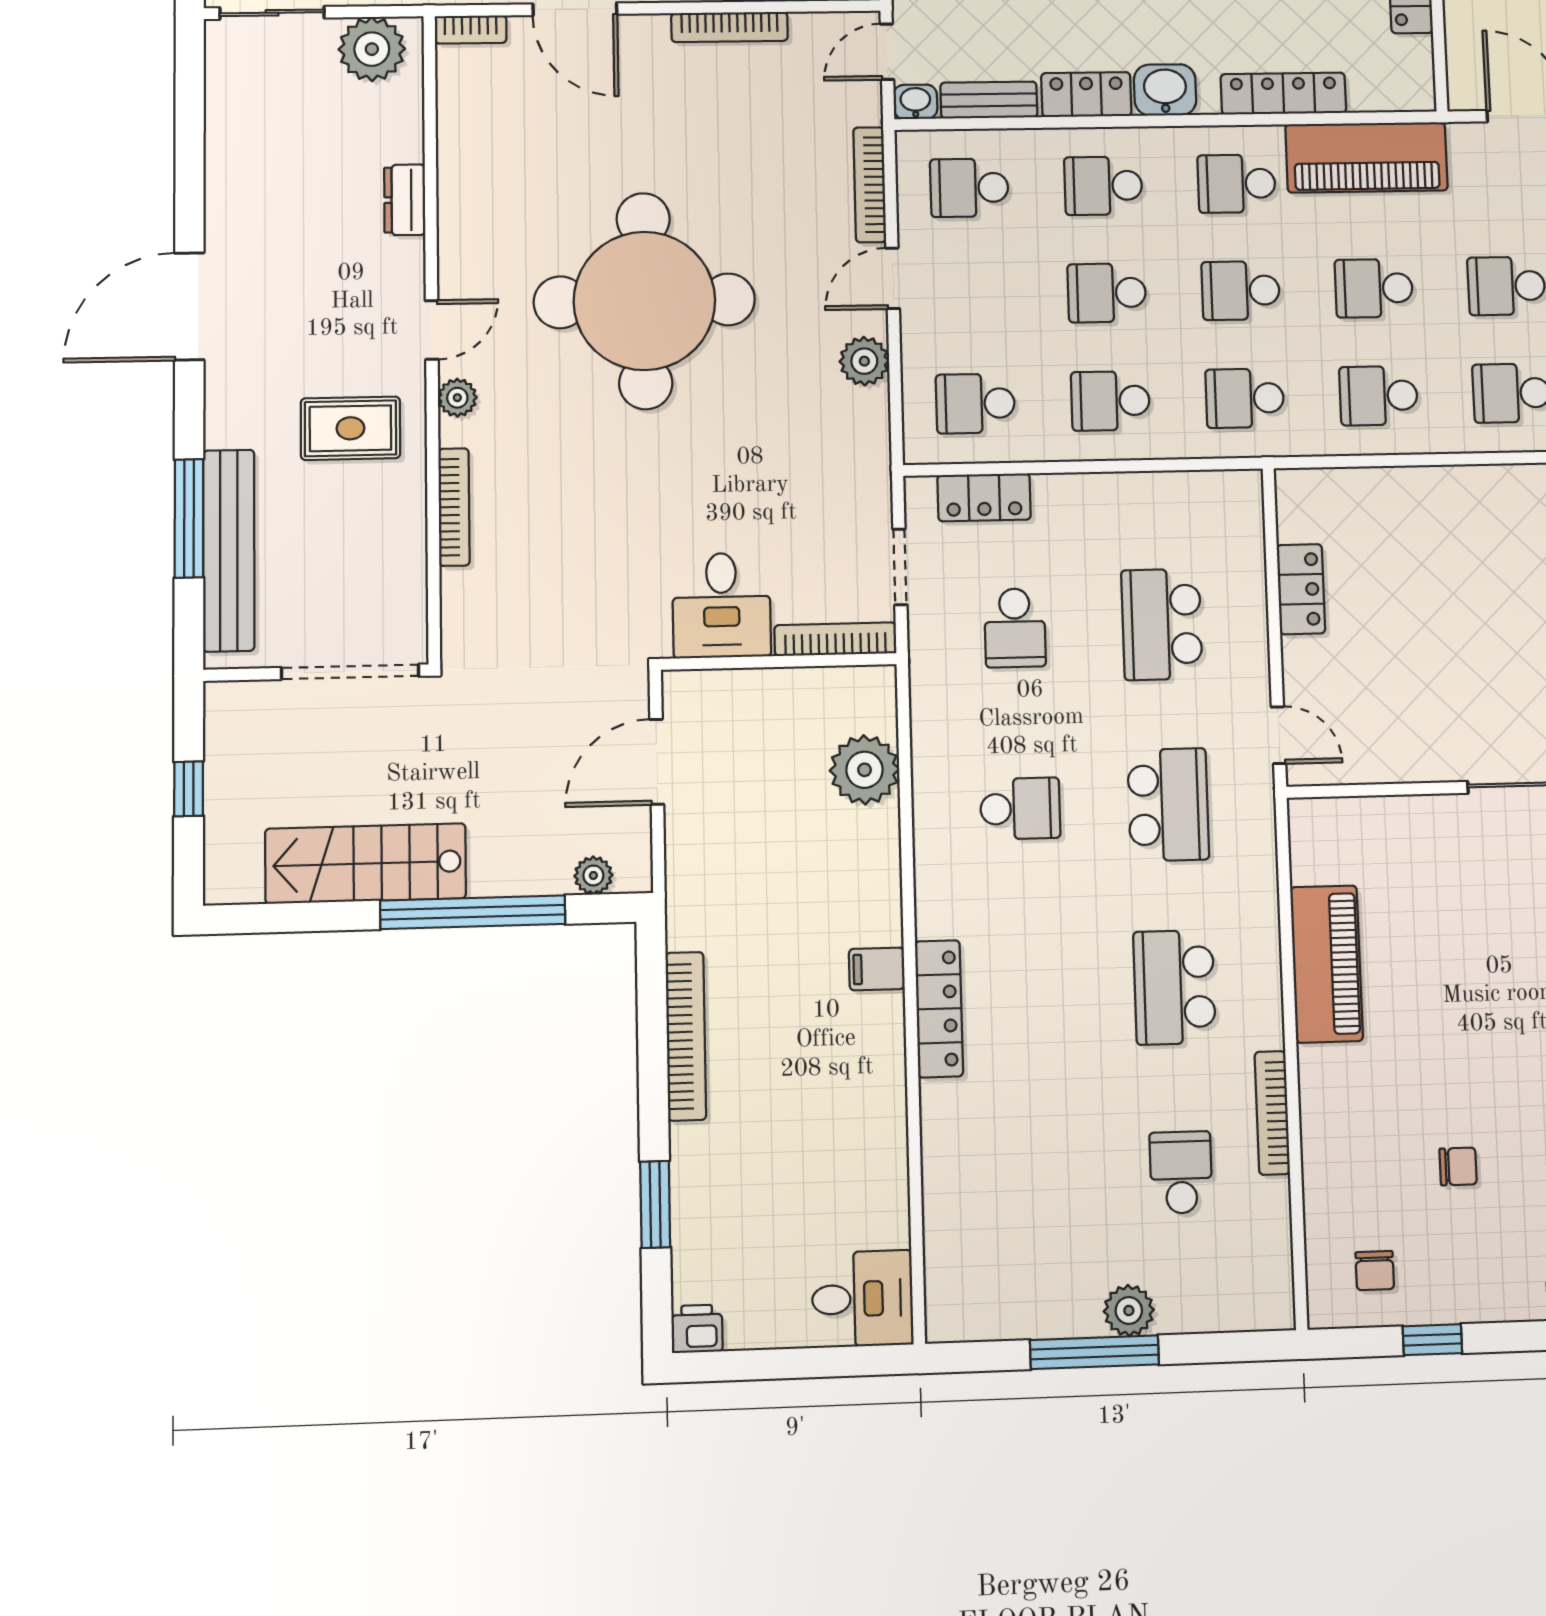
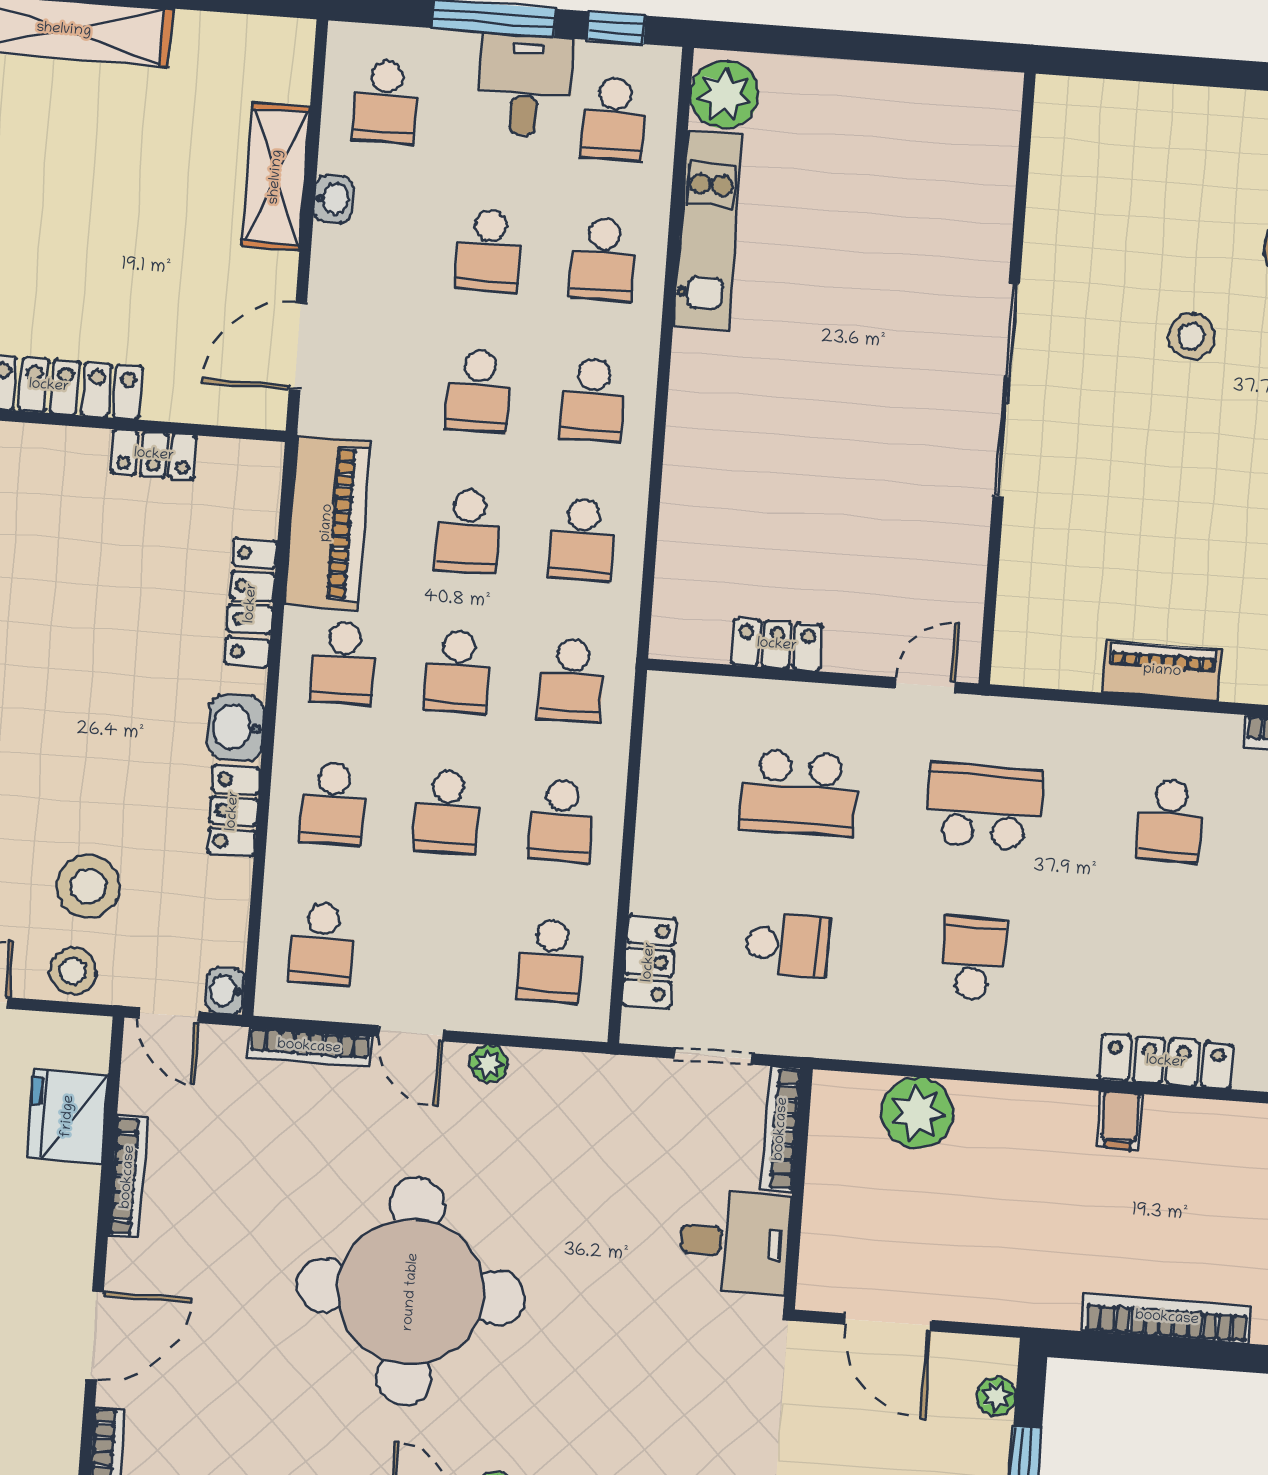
bench: (989, 100) -> (230, 914), removed
plant: (864, 361) -> (489, 1064), width x0.73, depth x0.73
piano: (1326, 964) -> (1162, 671), width x0.73, depth x0.75
school desk: (1174, 987) -> (1170, 821), width x0.54

